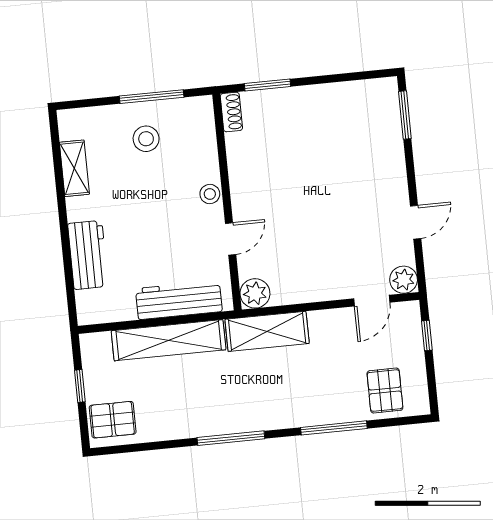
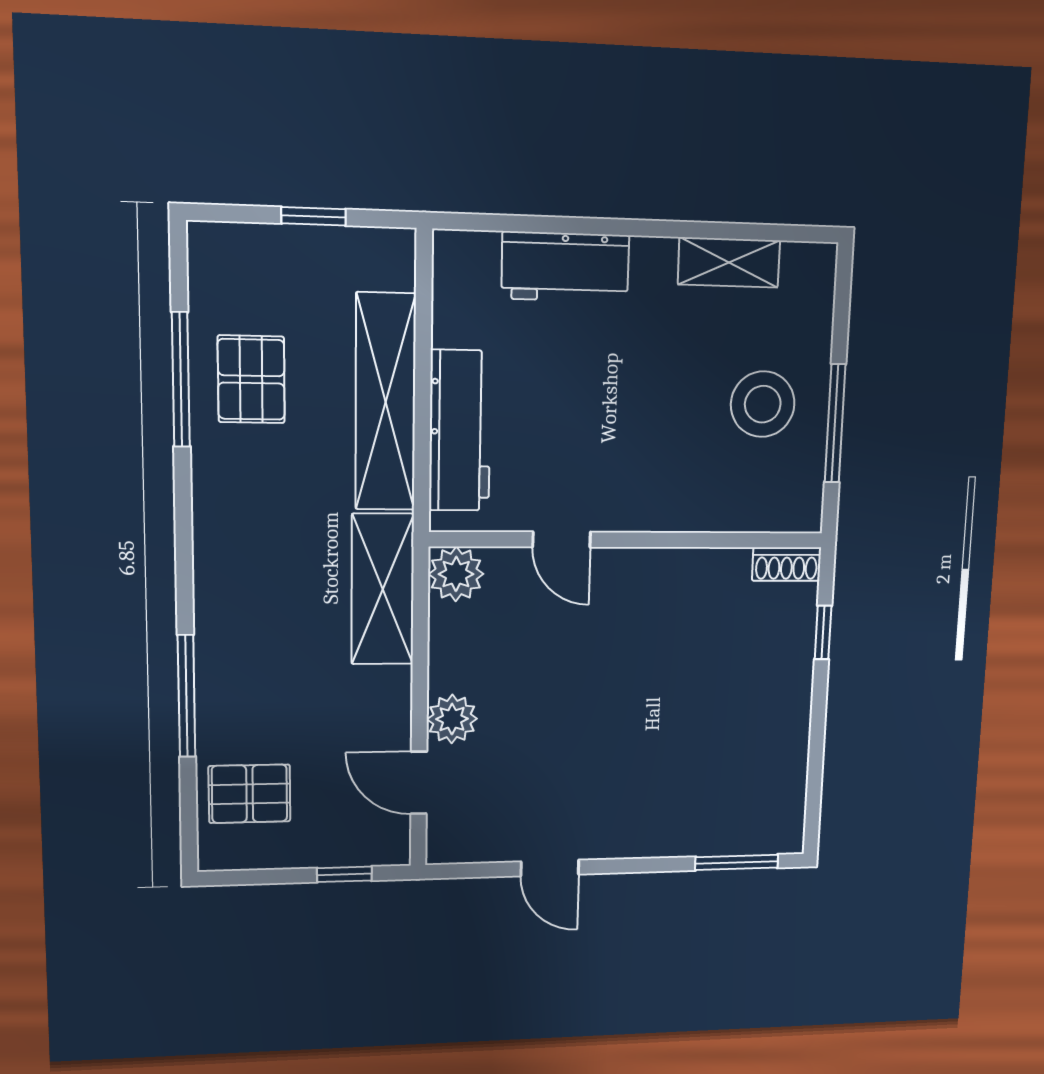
window: (268, 85) -> (823, 632), width x0.67
stool: (146, 139) -> (763, 404), width x1.38, depth x1.38
stool: (210, 194) -> (648, 510), removed
plant: (404, 280) -> (452, 719), moved
pallet: (113, 420) -> (251, 379), moved
window: (231, 438) -> (181, 380), moved

